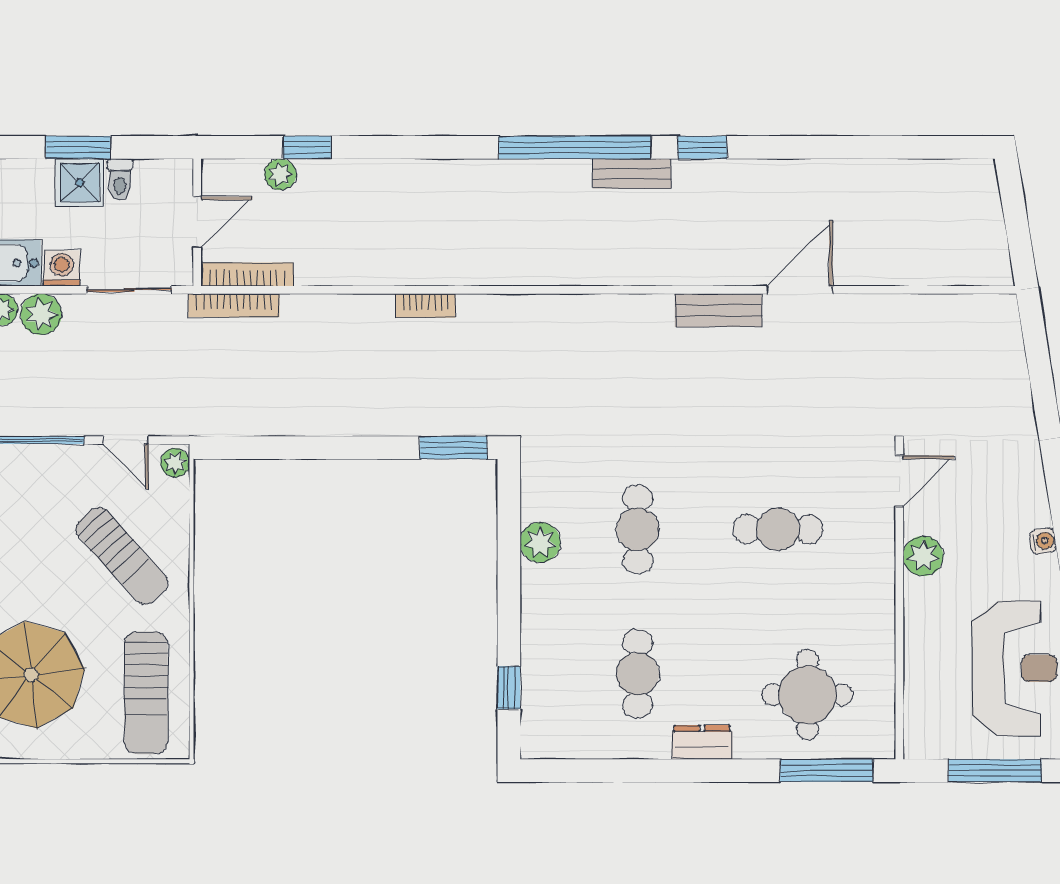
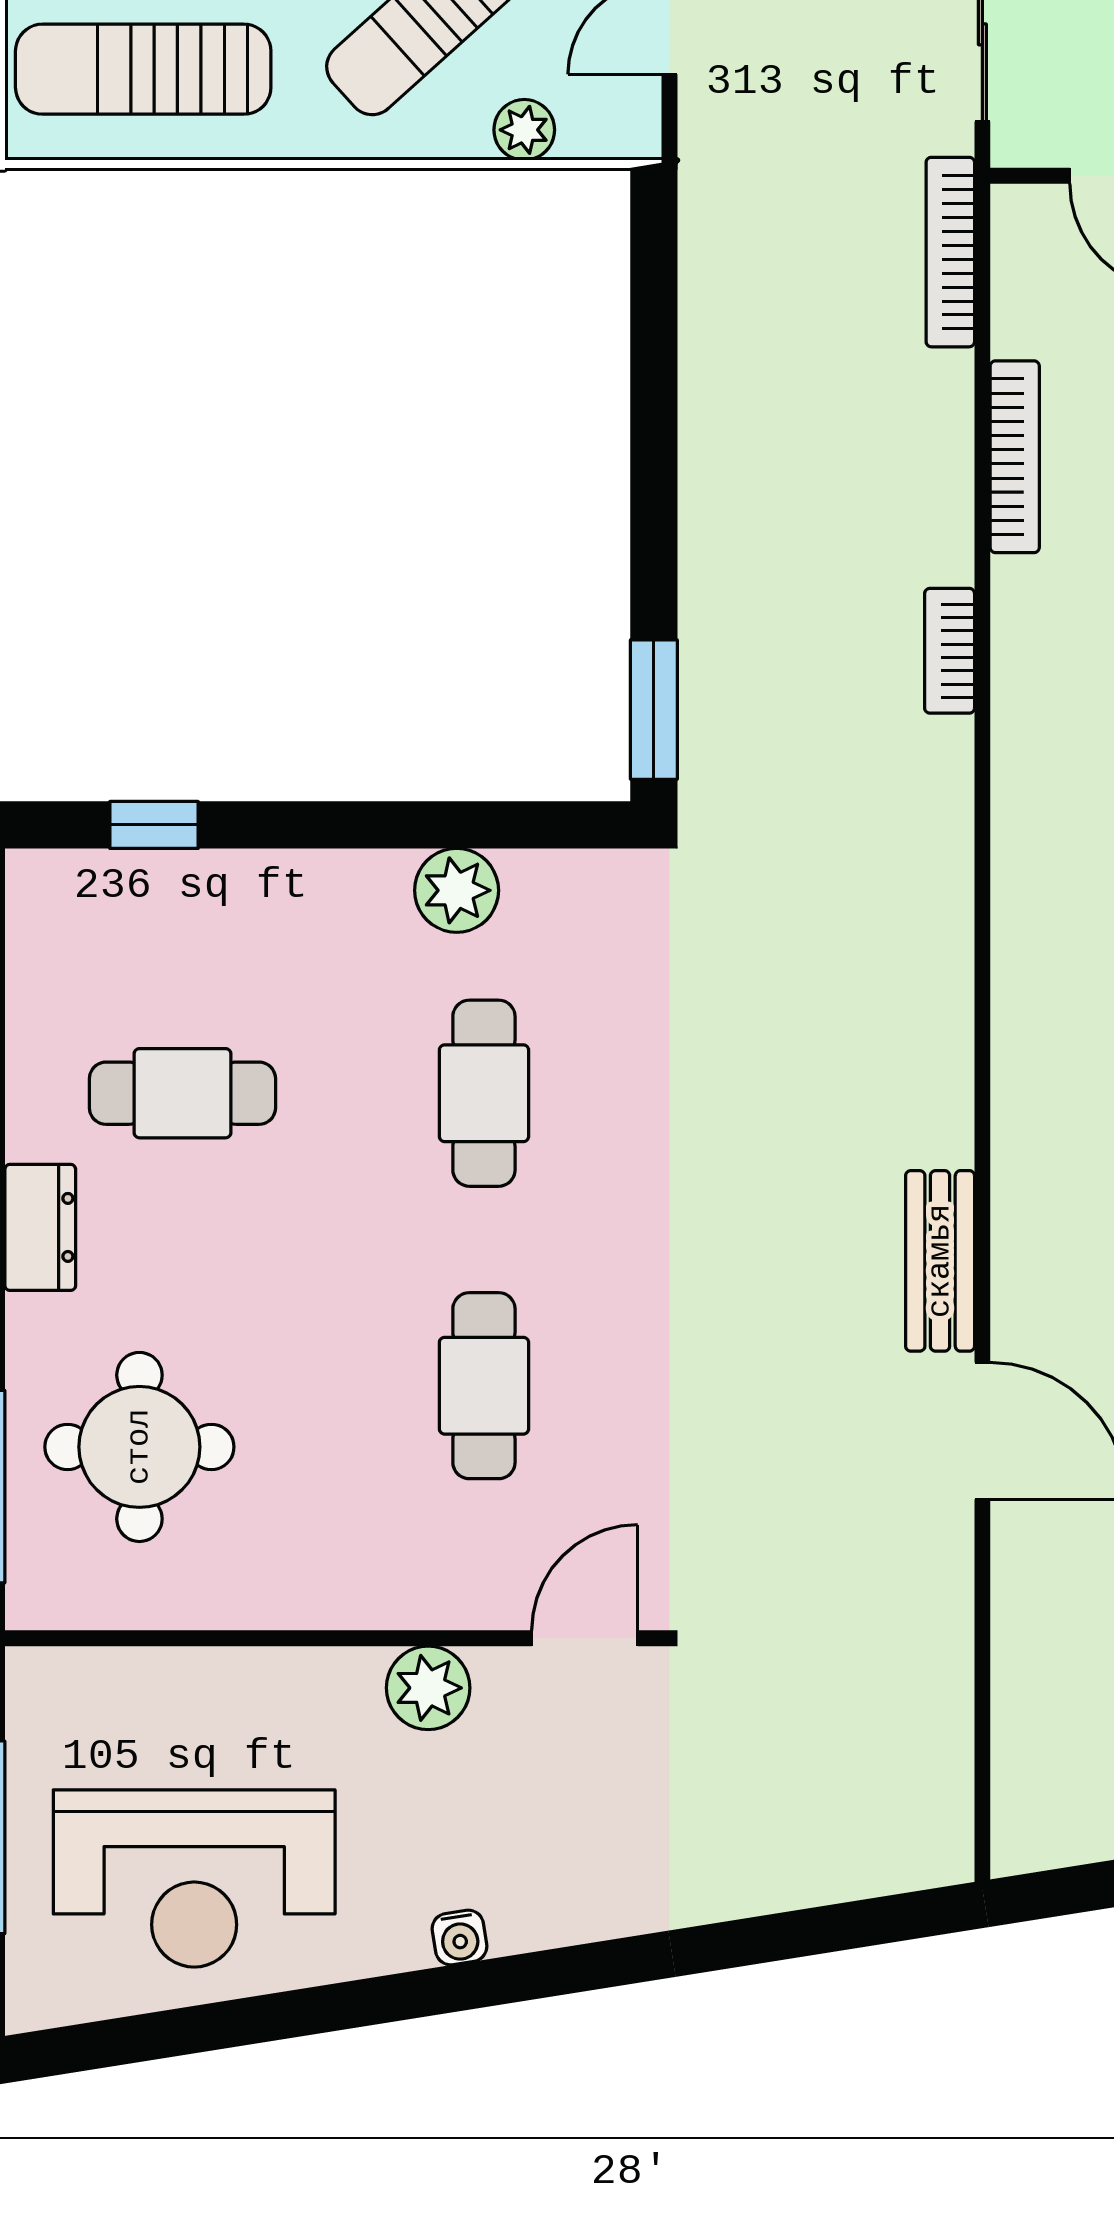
bookcase: (247, 274) -> (1015, 457), moved
plant: (175, 463) -> (524, 130), moved
door: (899, 481) -> (585, 1638), swing flipped
cafe table: (638, 529) -> (484, 1093), turned 90

